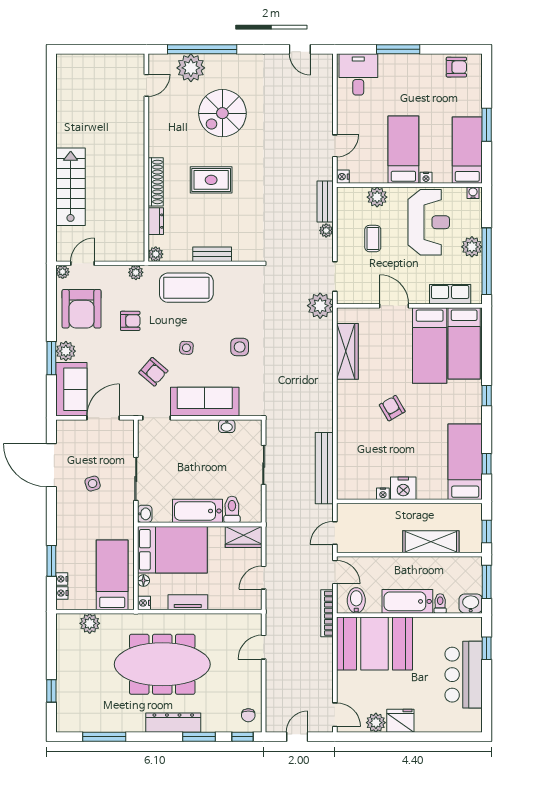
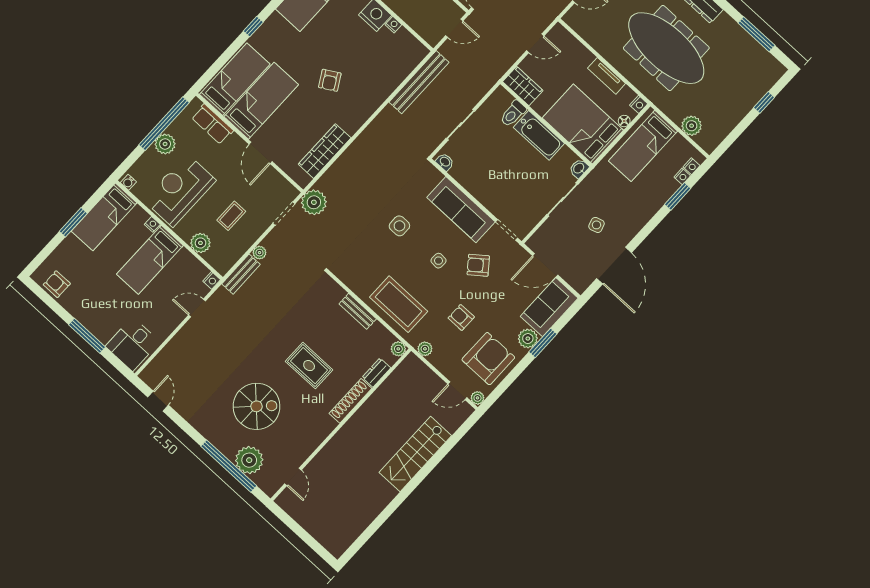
door: (146, 85) -> (293, 477), swing flipped
armchair: (153, 372) -> (478, 265), turned -79
washbasin: (227, 426) -> (445, 162), moved

